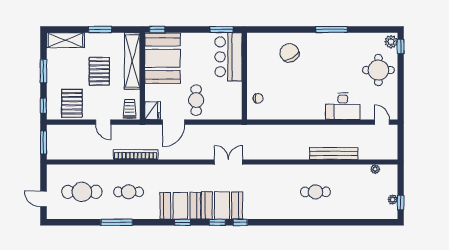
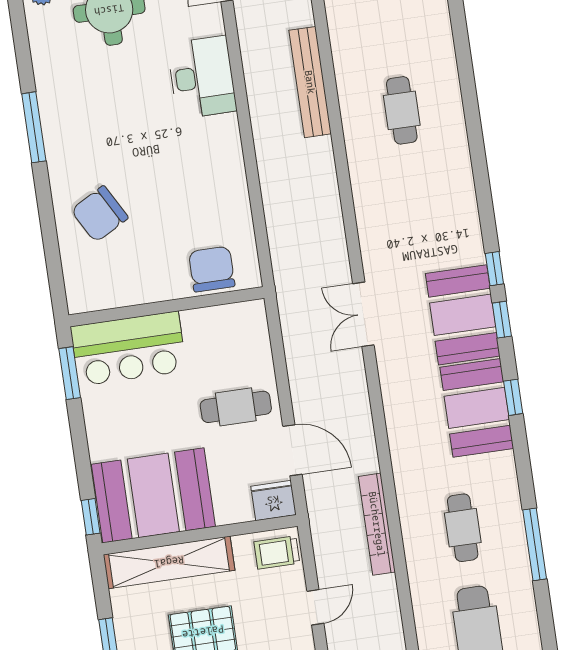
chair: (258, 98) -> (212, 269), width x1.87, depth x1.87

